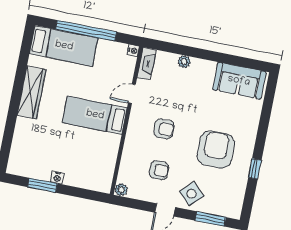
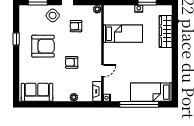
wardrobe: (31, 92) -> (166, 31), moved
bed: (95, 115) -> (123, 34), moved
armchair: (164, 129) -> (72, 62), moved
armchair: (216, 150) -> (43, 46), turned -90

